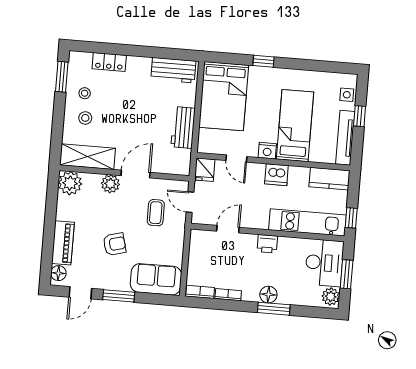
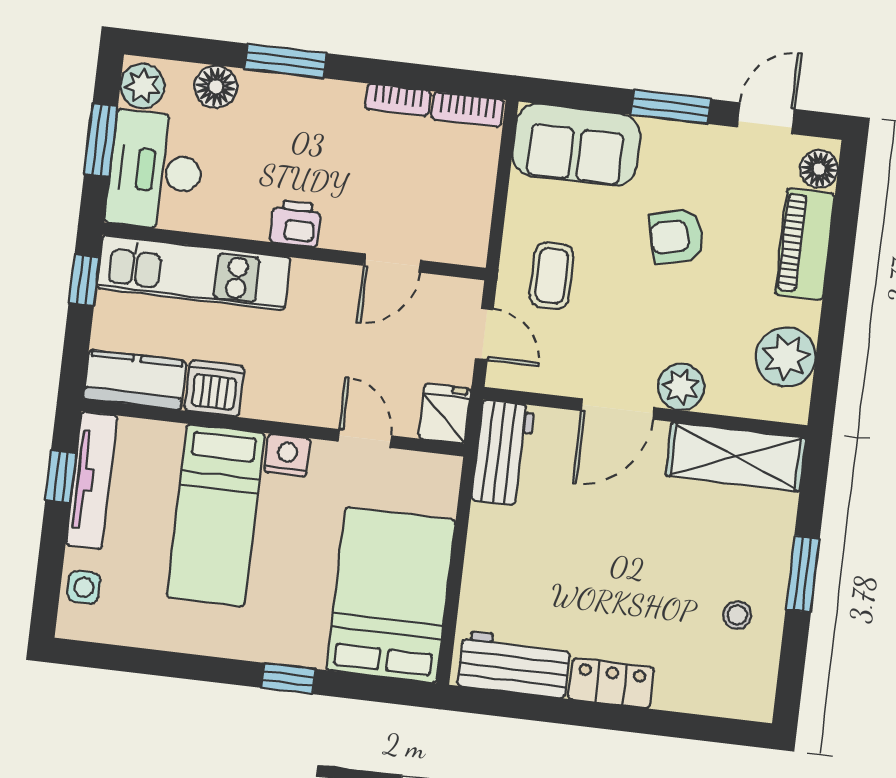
locker: (109, 62) -> (611, 683), moved
window: (62, 77) -> (803, 574), moved
window: (360, 116) -> (61, 476), moved
stool: (85, 118) -> (738, 553), removed
workbench: (183, 127) -> (503, 453), moved
dishwasher: (276, 175) -> (214, 388), moved
plant: (70, 183) -> (786, 357), moved
coffee table: (156, 213) -> (552, 276), moved
floor lamp: (268, 295) -> (216, 87), moved

